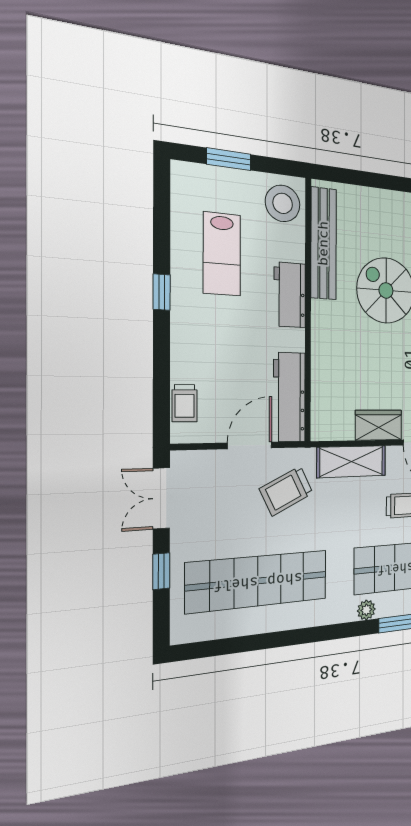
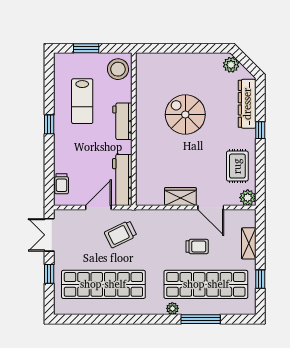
bench: (324, 243) -> (144, 90), removed
shelving: (352, 462) -> (162, 218), removed

